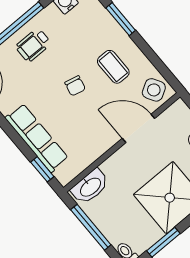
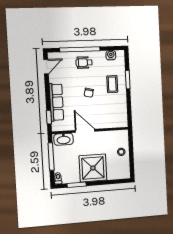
coffee table: (113, 67) -> (112, 84), moved
side table: (154, 90) -> (119, 119), removed
door: (138, 128) -> (85, 131), moved

